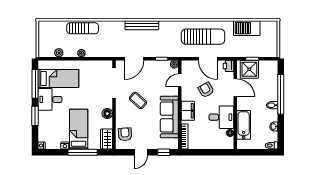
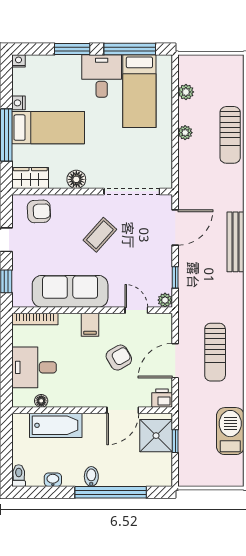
sun lounger: (203, 37) -> (215, 352), width x0.73, depth x0.75
door: (134, 59) -> (175, 227), swing flipped
filing cabinet: (188, 111) -> (90, 325), width x0.50
desk: (221, 117) -> (34, 367), moved, turned 90

